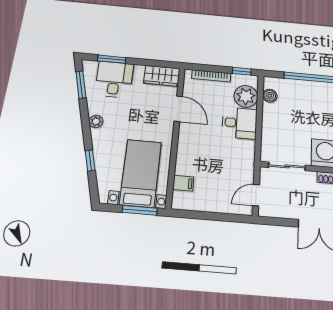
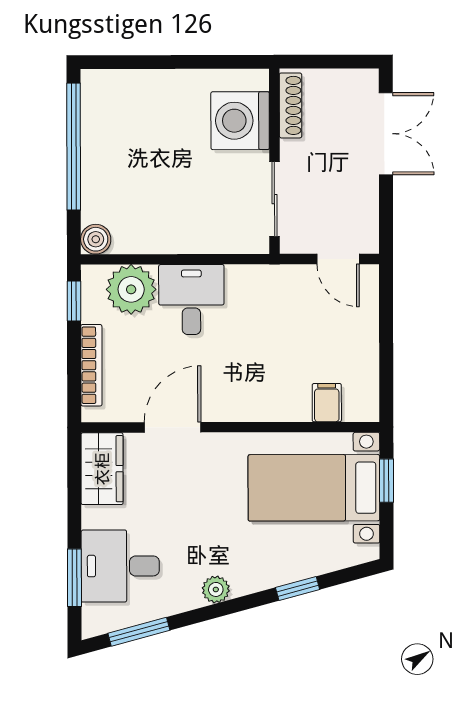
boiler: (270, 96) -> (96, 239), moved
window: (140, 210) -> (386, 481), width x0.67

